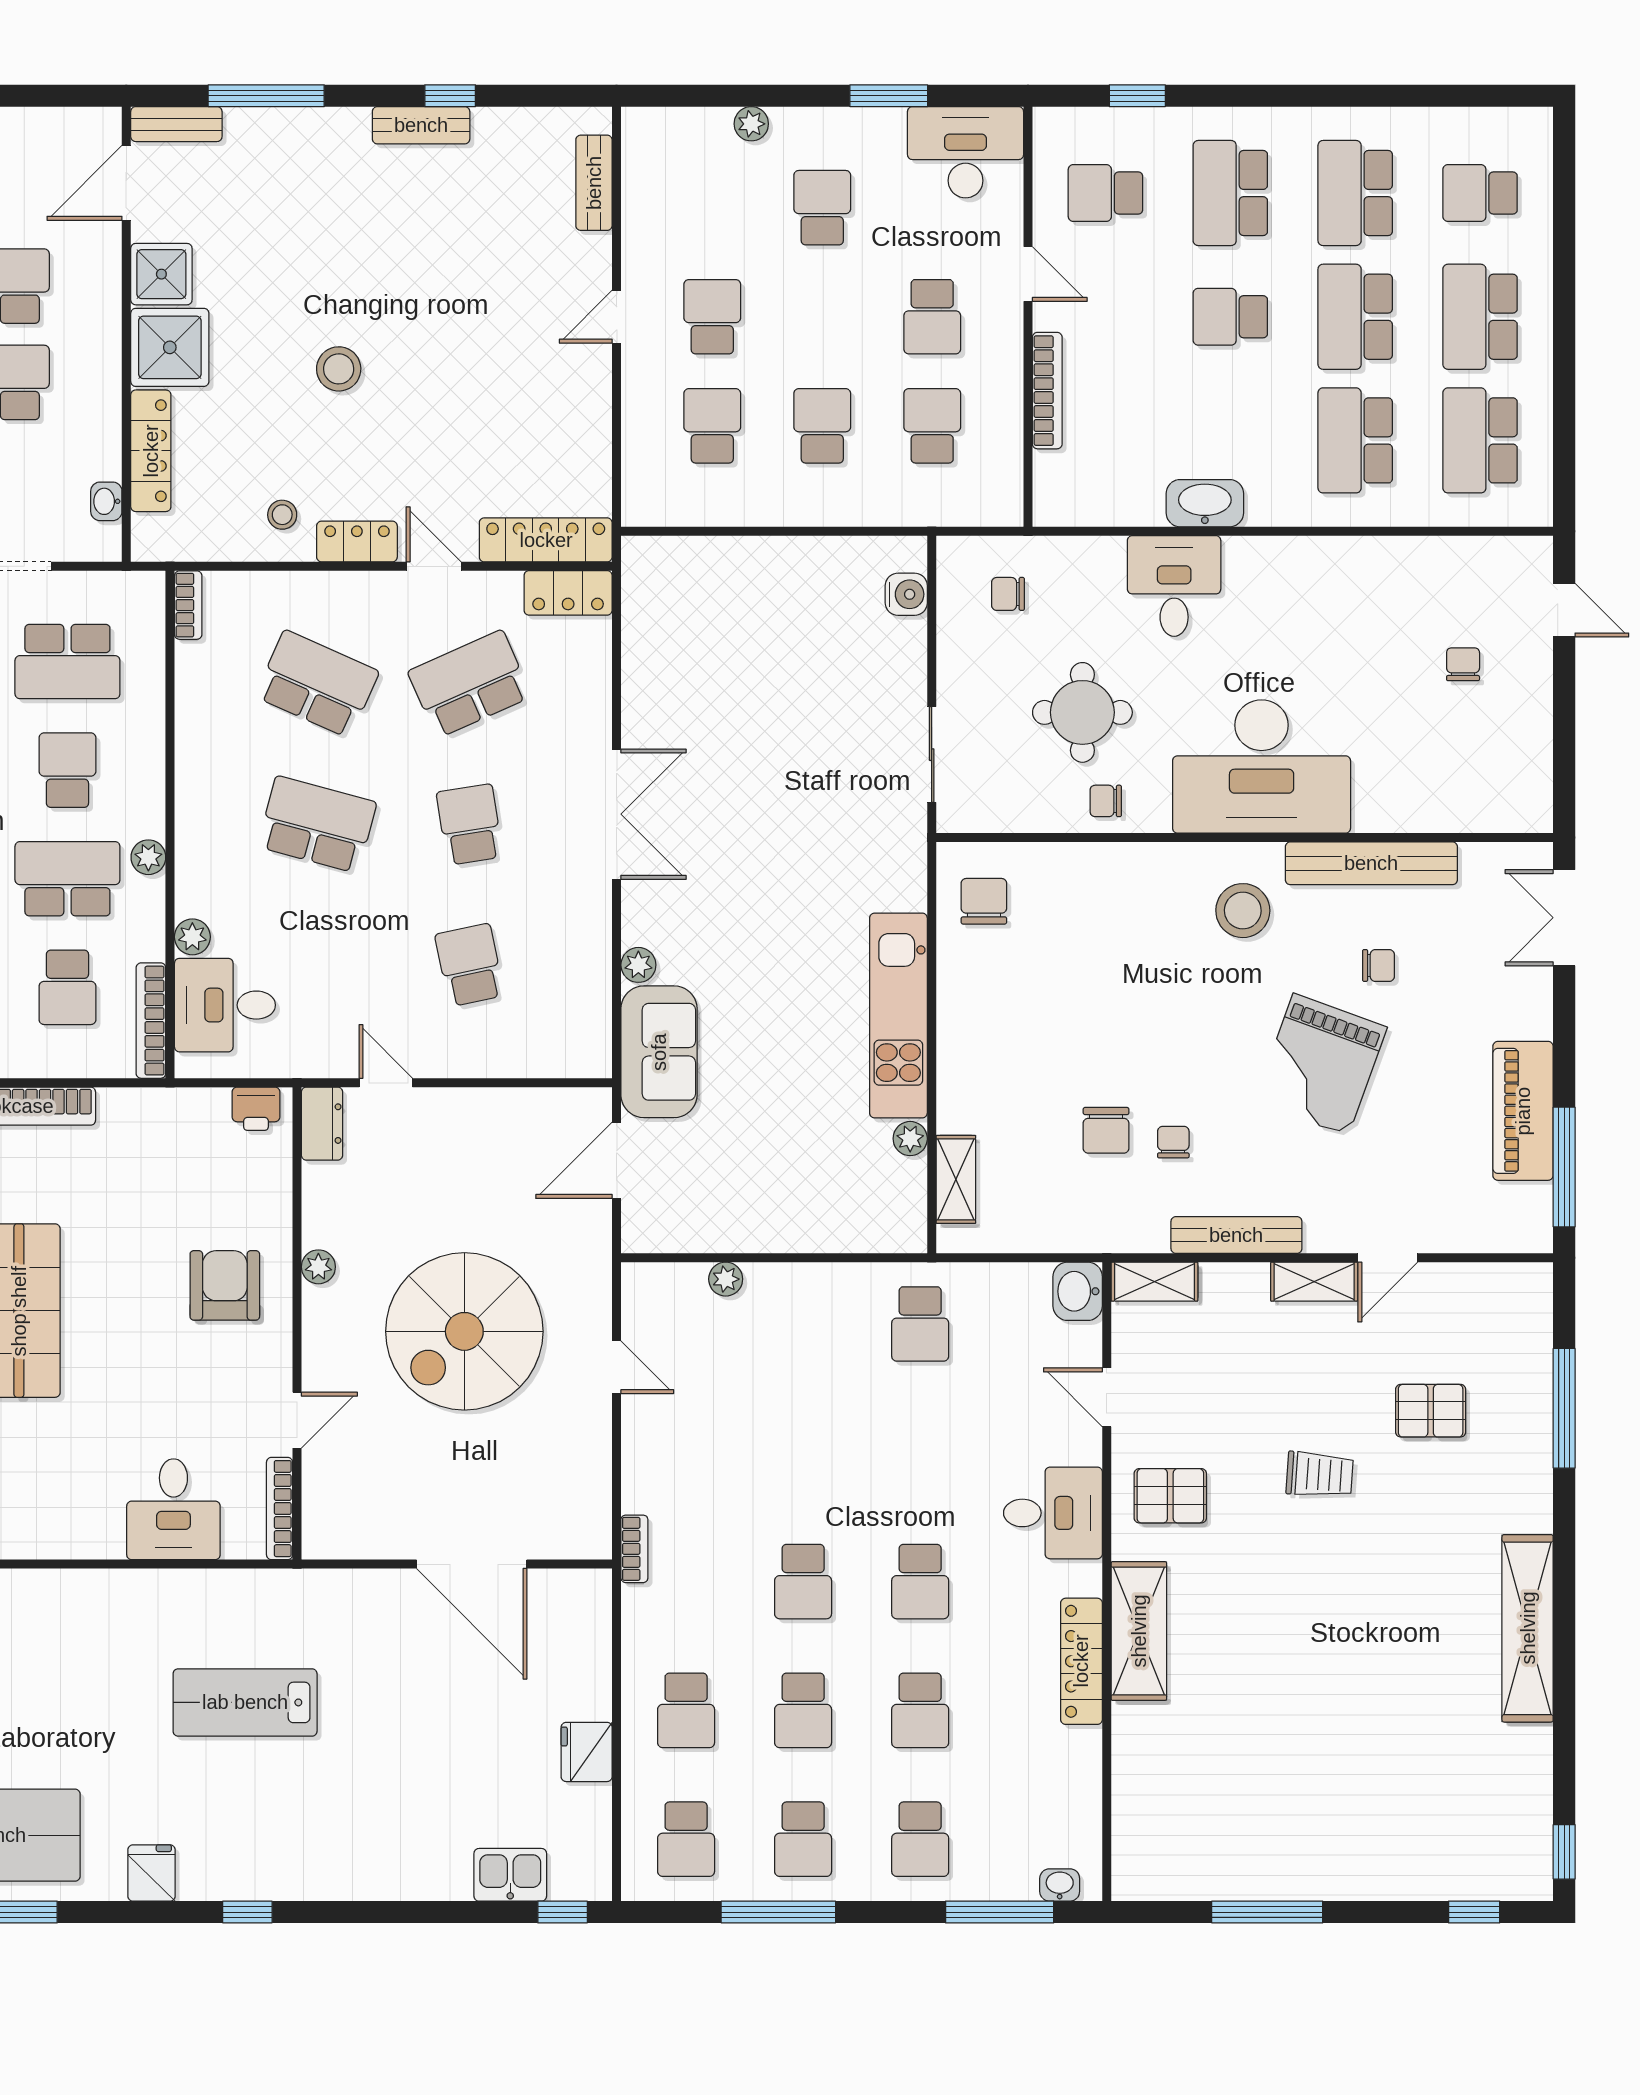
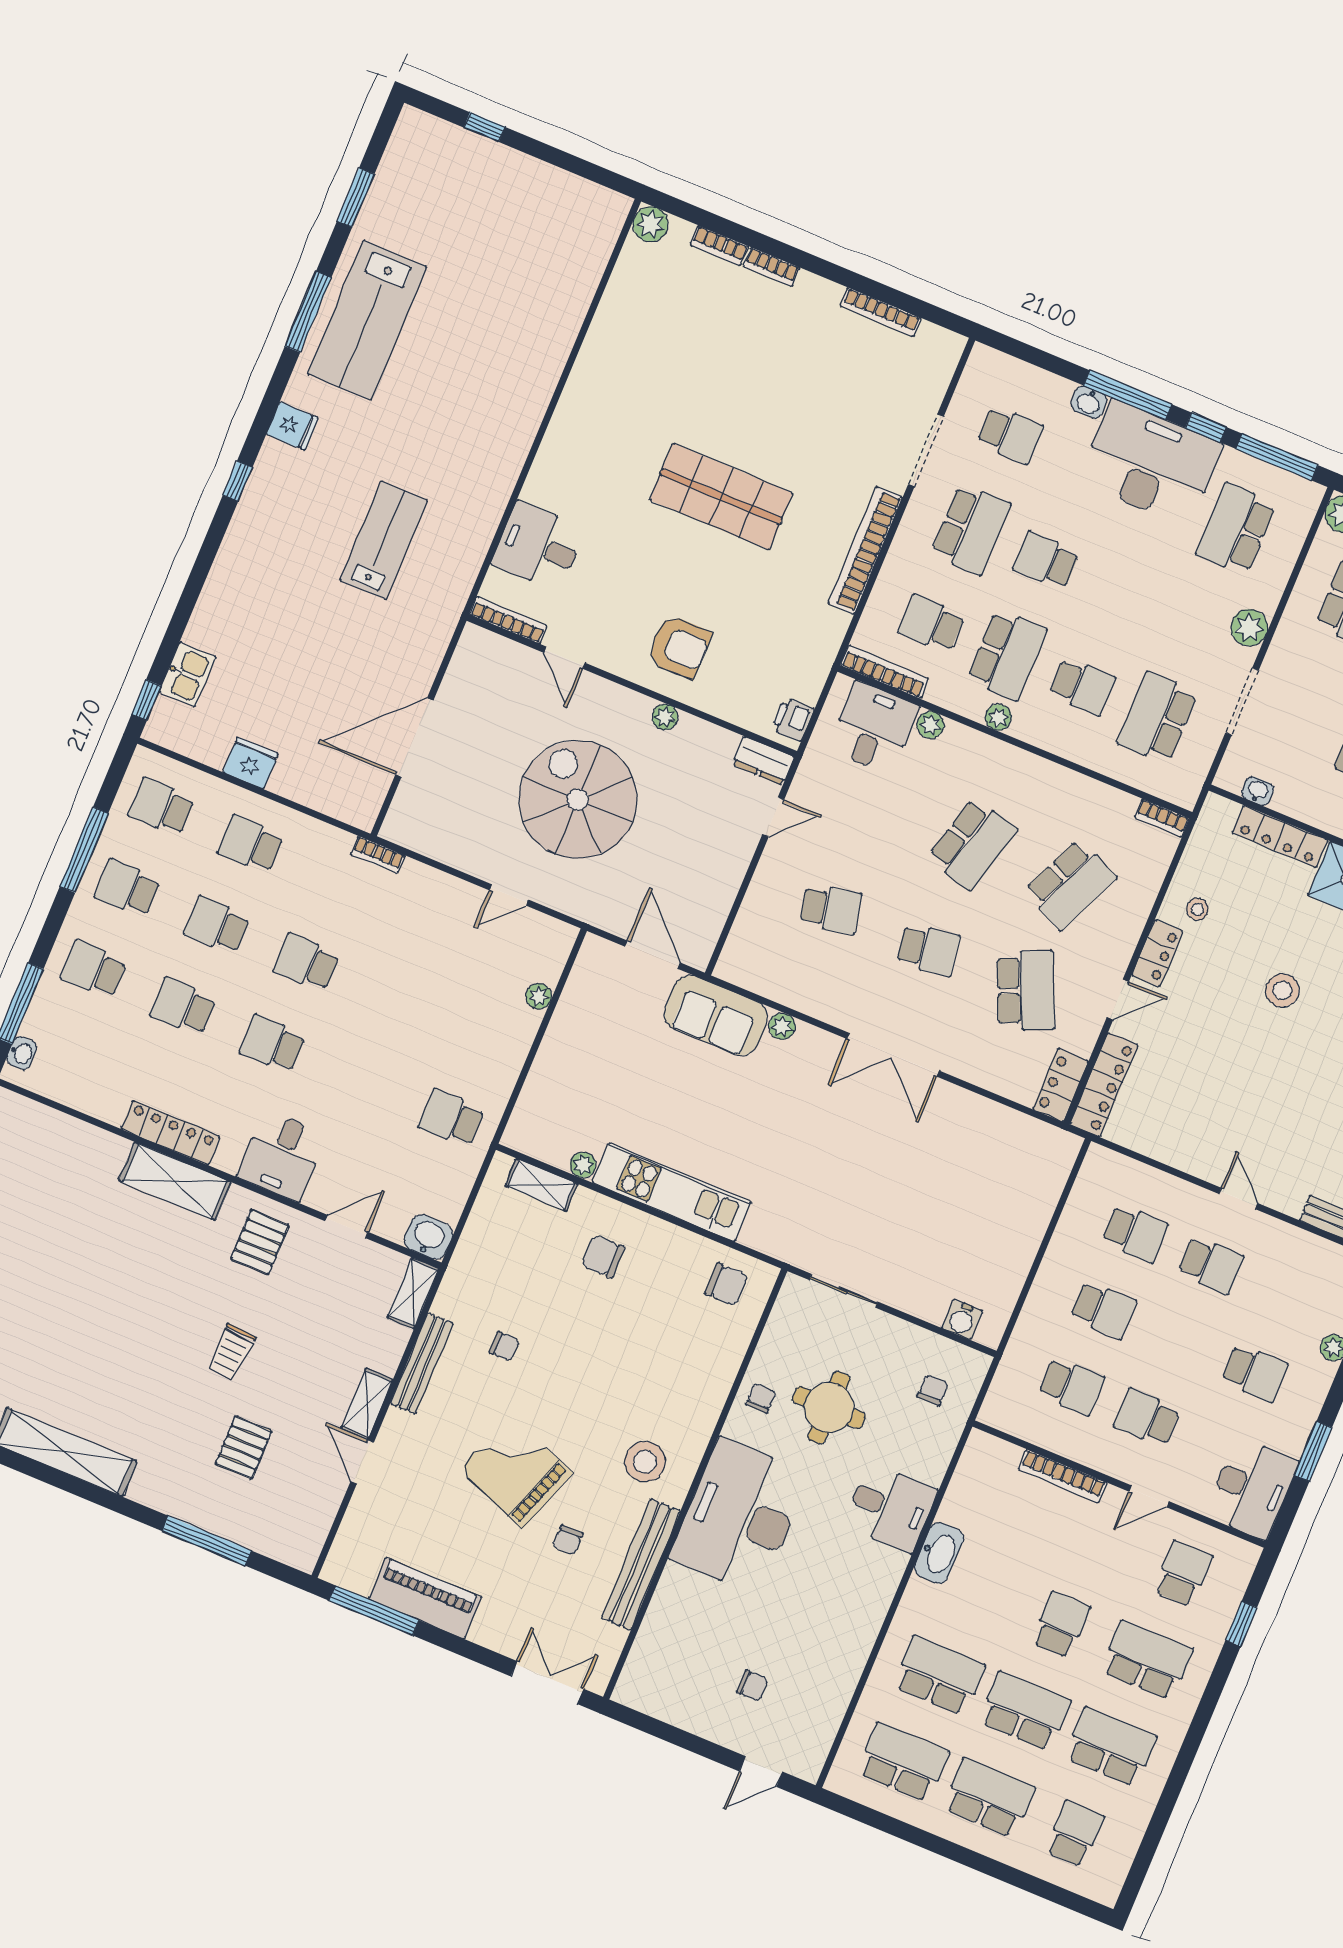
chair: (1106, 1130) -> (603, 1256), moved

